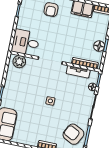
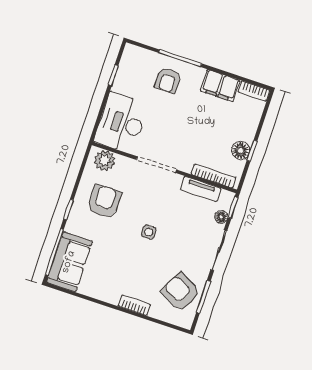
desk: (26, 42) -> (121, 123), width x1.37
armchair: (22, 86) -> (104, 201), added

